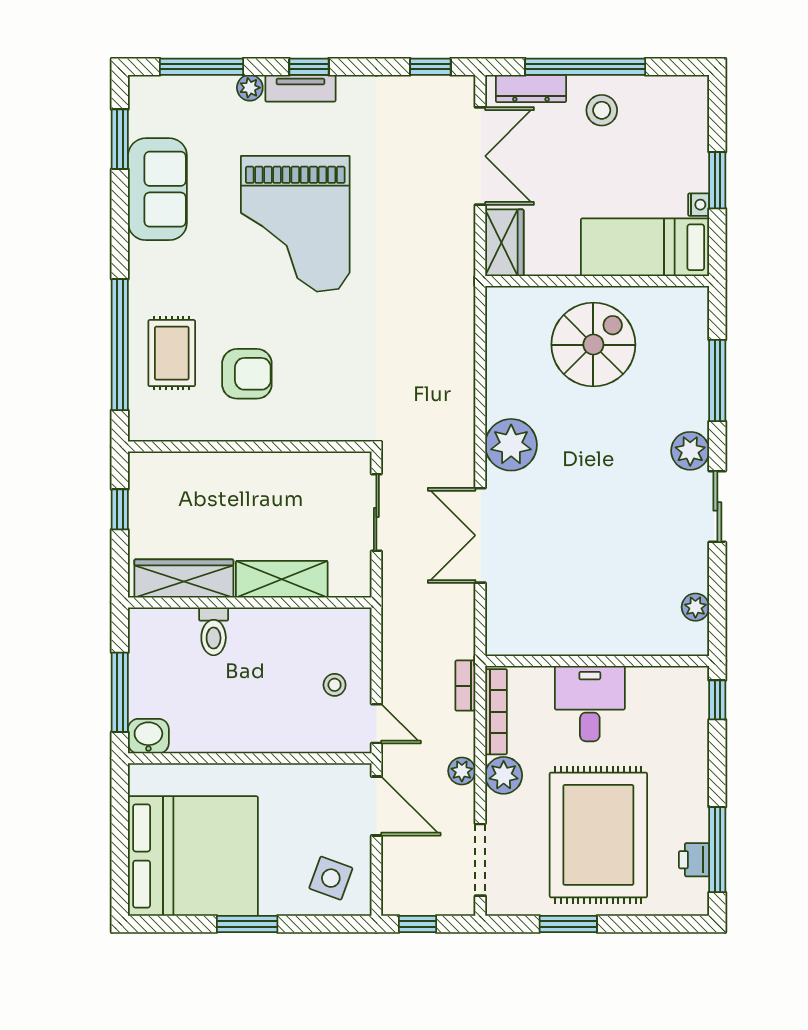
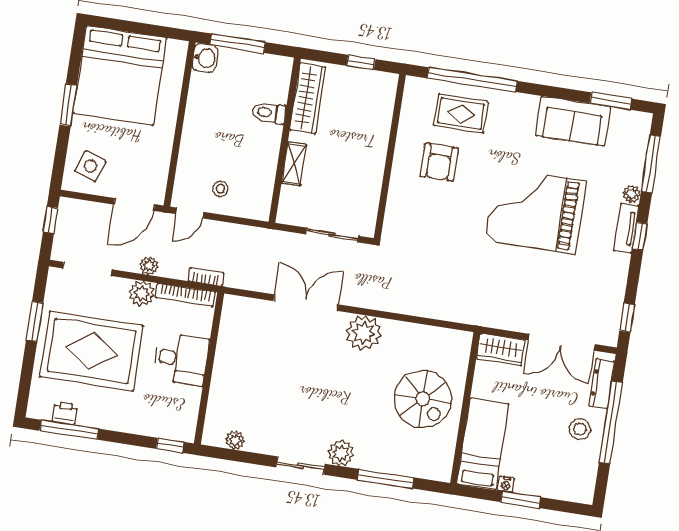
shelving: (282, 579) -> (294, 164), width x0.67, depth x0.75

